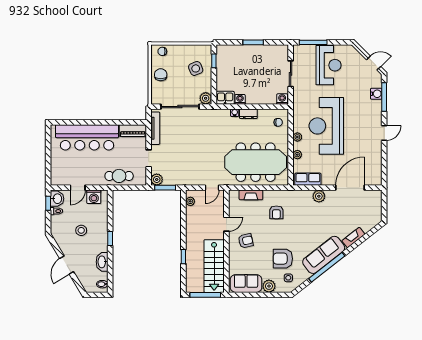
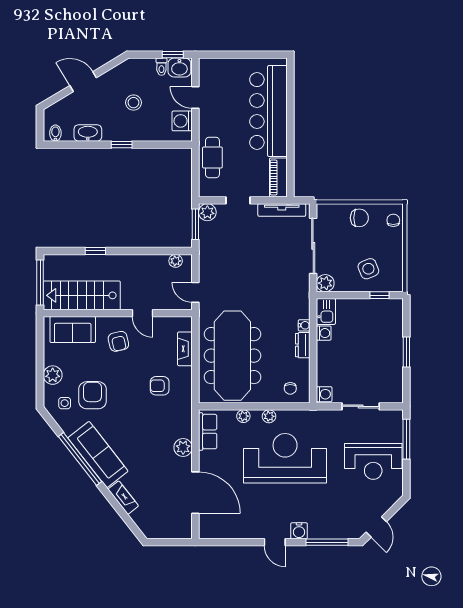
water cooler: (376, 94) -> (299, 531), moved
sofa: (246, 283) -> (73, 330), moved, turned 90

